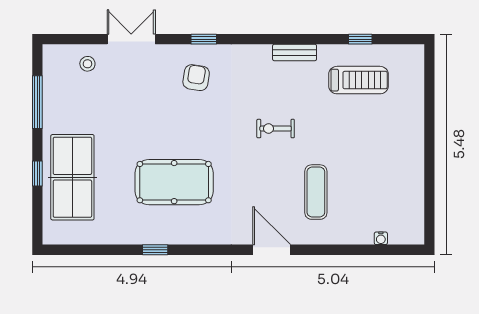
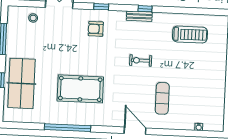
window: (360, 39) -> (145, 9), moved
bench: (295, 52) -> (139, 16), moved
armchair: (196, 78) -> (96, 29), turned -99
window: (155, 250) -> (68, 128), width x3.17

